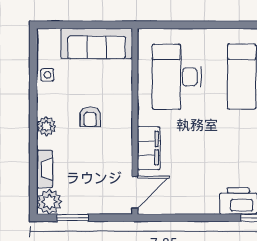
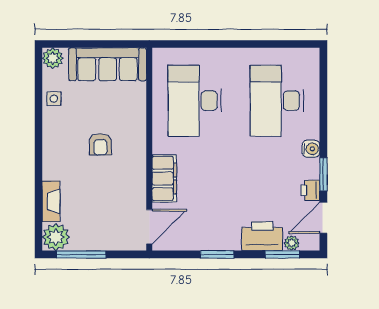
plant: (46, 126) -> (53, 58), moved
window: (73, 218) -> (81, 254), width x1.44
window: (197, 218) -> (217, 254), added

